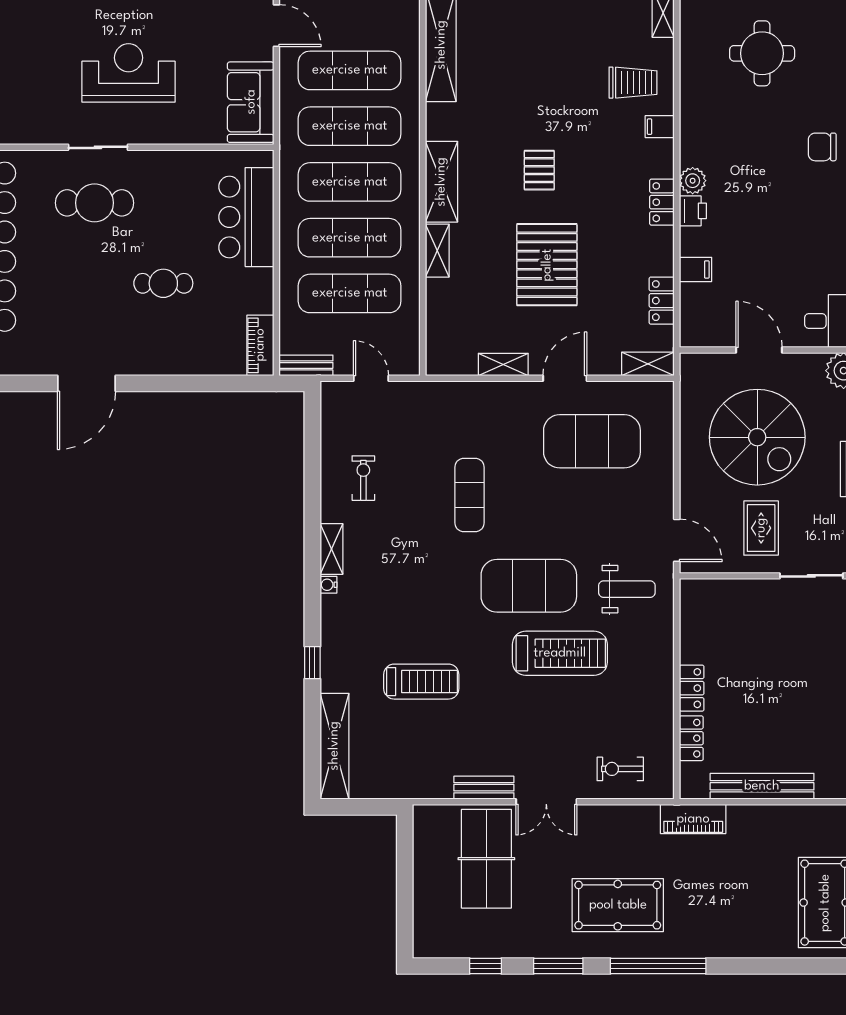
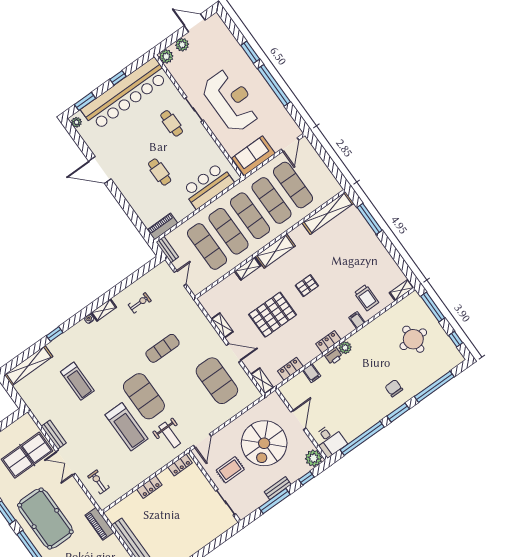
reception desk: (129, 73) -> (231, 101), width x1.36, depth x1.30
cafe table: (94, 203) -> (172, 123), width x0.73, depth x0.74
locker: (691, 738) -> (180, 465), moved
pool table: (618, 905) -> (45, 519), width x1.36, depth x1.32

